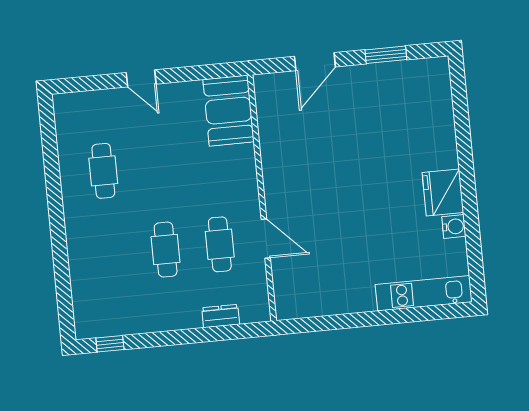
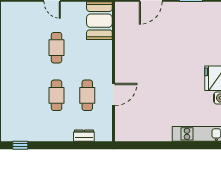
cafe table: (103, 171) -> (57, 48), moved
door: (266, 239) -> (113, 95), hinge flipped

